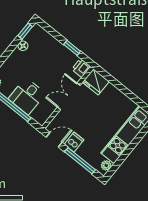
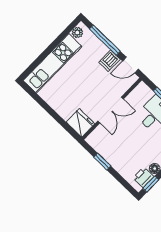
printer: (81, 68) -> (143, 177), moved, turned 180

